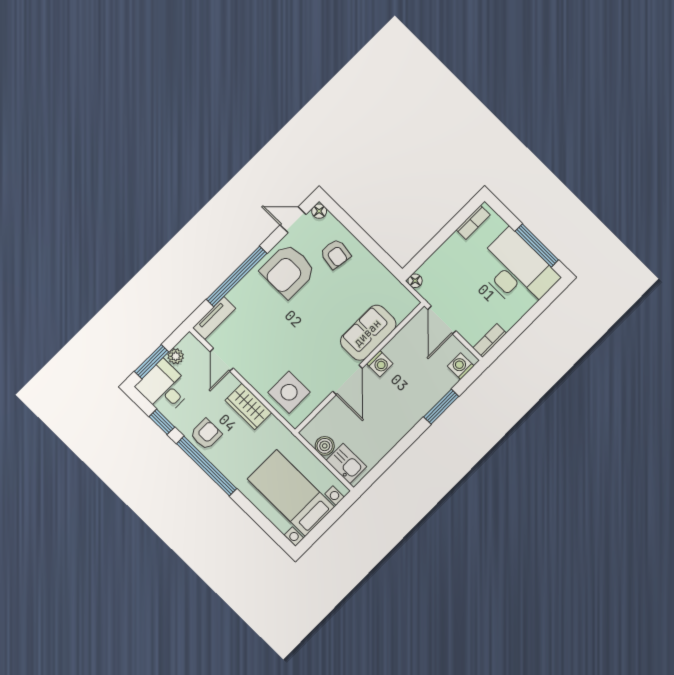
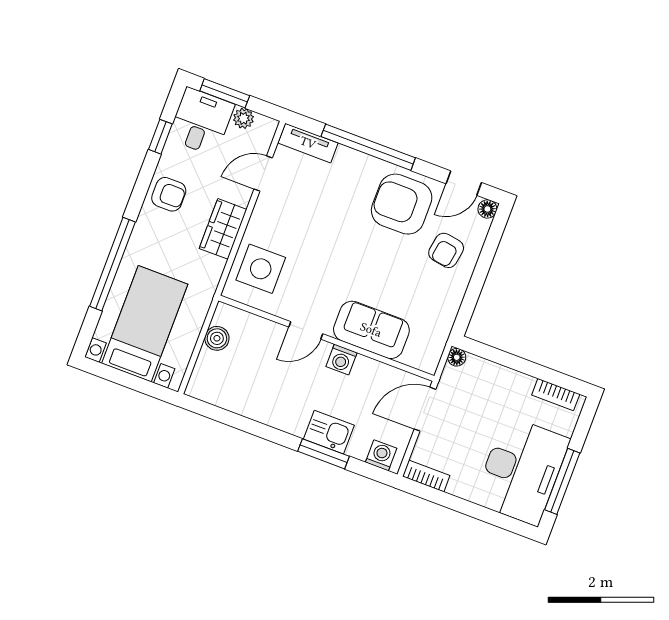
door: (293, 220) -> (464, 183), swing flipped
door: (348, 380) -> (306, 330), width x0.73
kitchen sink: (346, 464) -> (329, 432), moved, turned -90
window: (207, 466) -> (112, 264), moved

